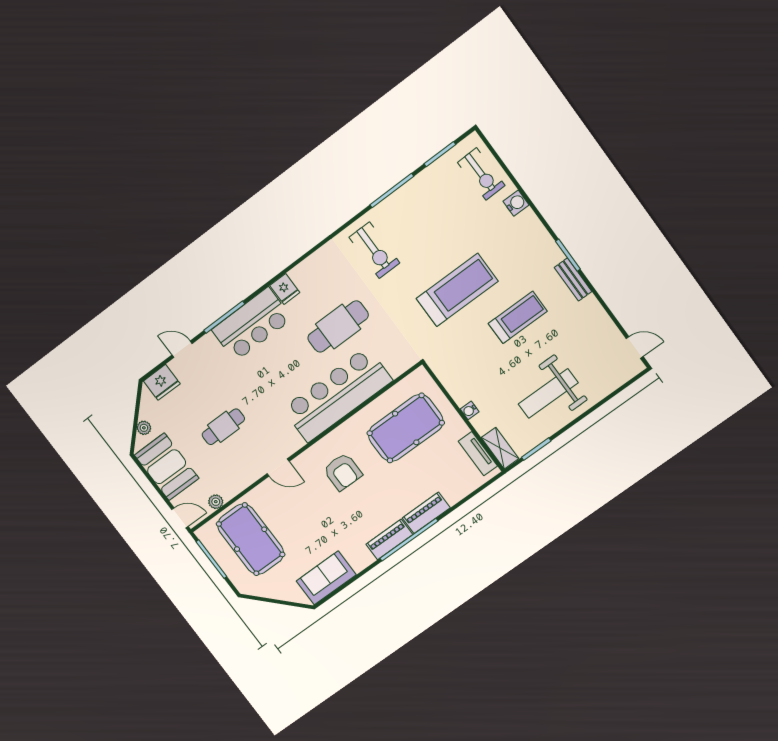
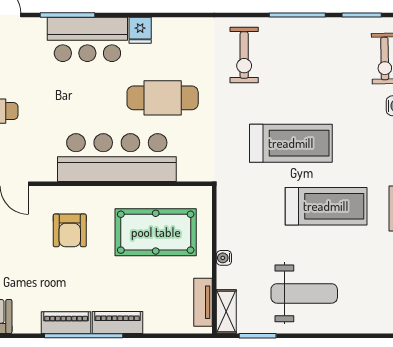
treadmill: (518, 317) -> (326, 206), width x1.37, depth x1.38
weight bench: (548, 393) -> (304, 293), turned 180

